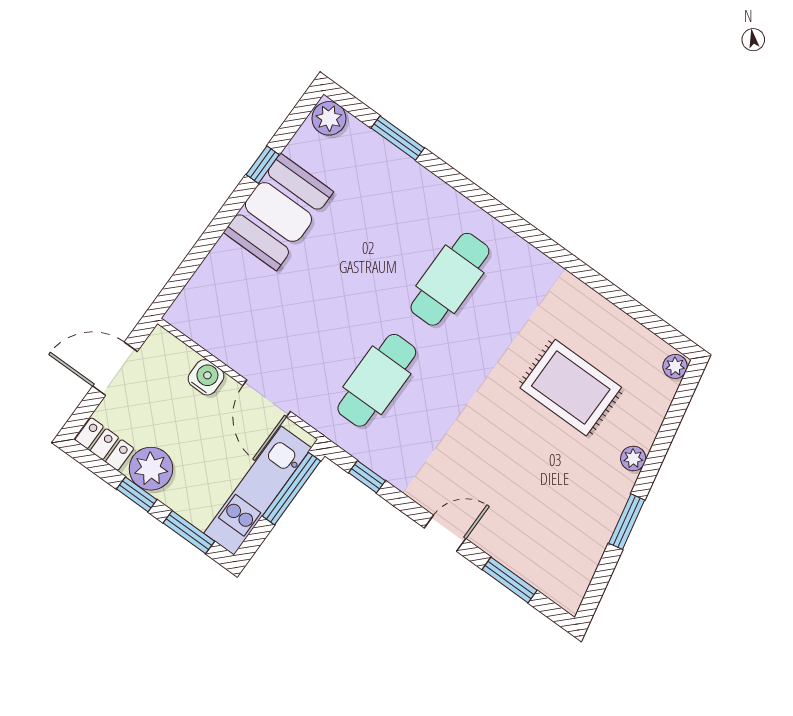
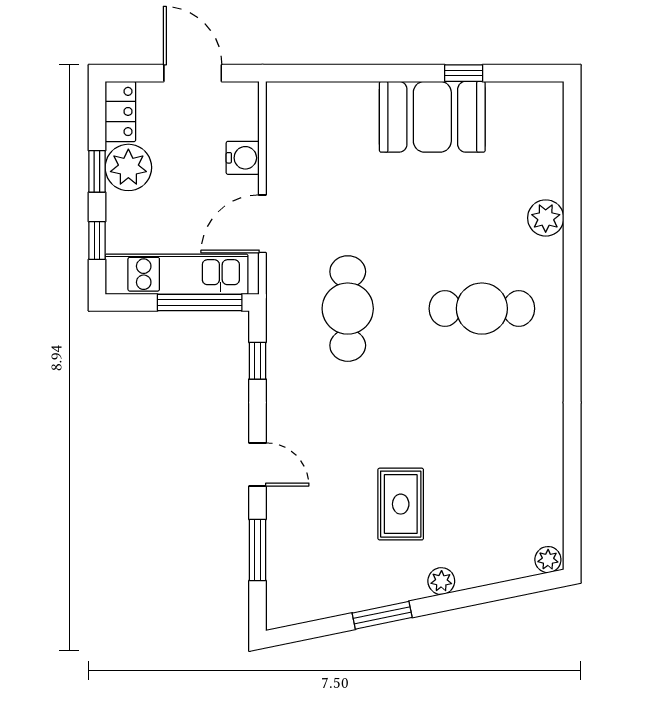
plant: (329, 118) -> (546, 218), moved
window: (398, 138) -> (572, 174), removed
cafe table: (377, 380) -> (348, 309), turned 90
rug: (571, 388) -> (401, 504), moved, width x0.73, depth x0.70
window: (189, 532) -> (97, 240), width x0.67

